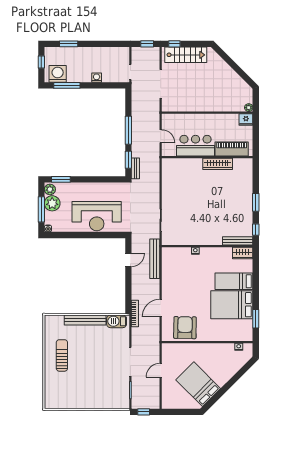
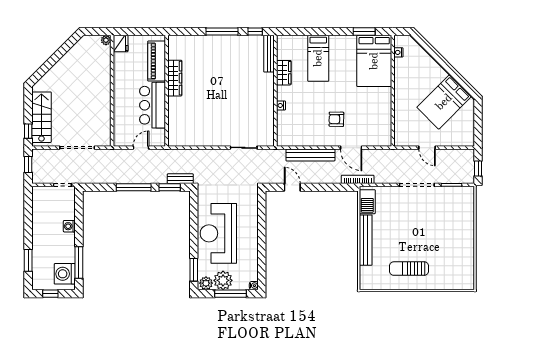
window: (256, 202) -> (222, 32), width x1.44
reception desk: (97, 216) -> (218, 233), moved, turned 180
wardrobe: (243, 253) -> (284, 73), moved
bench: (155, 259) -> (310, 155), moved
bed: (232, 305) -> (374, 61), moved
armchair: (185, 328) -> (336, 119), moved, width x0.53, depth x0.53

